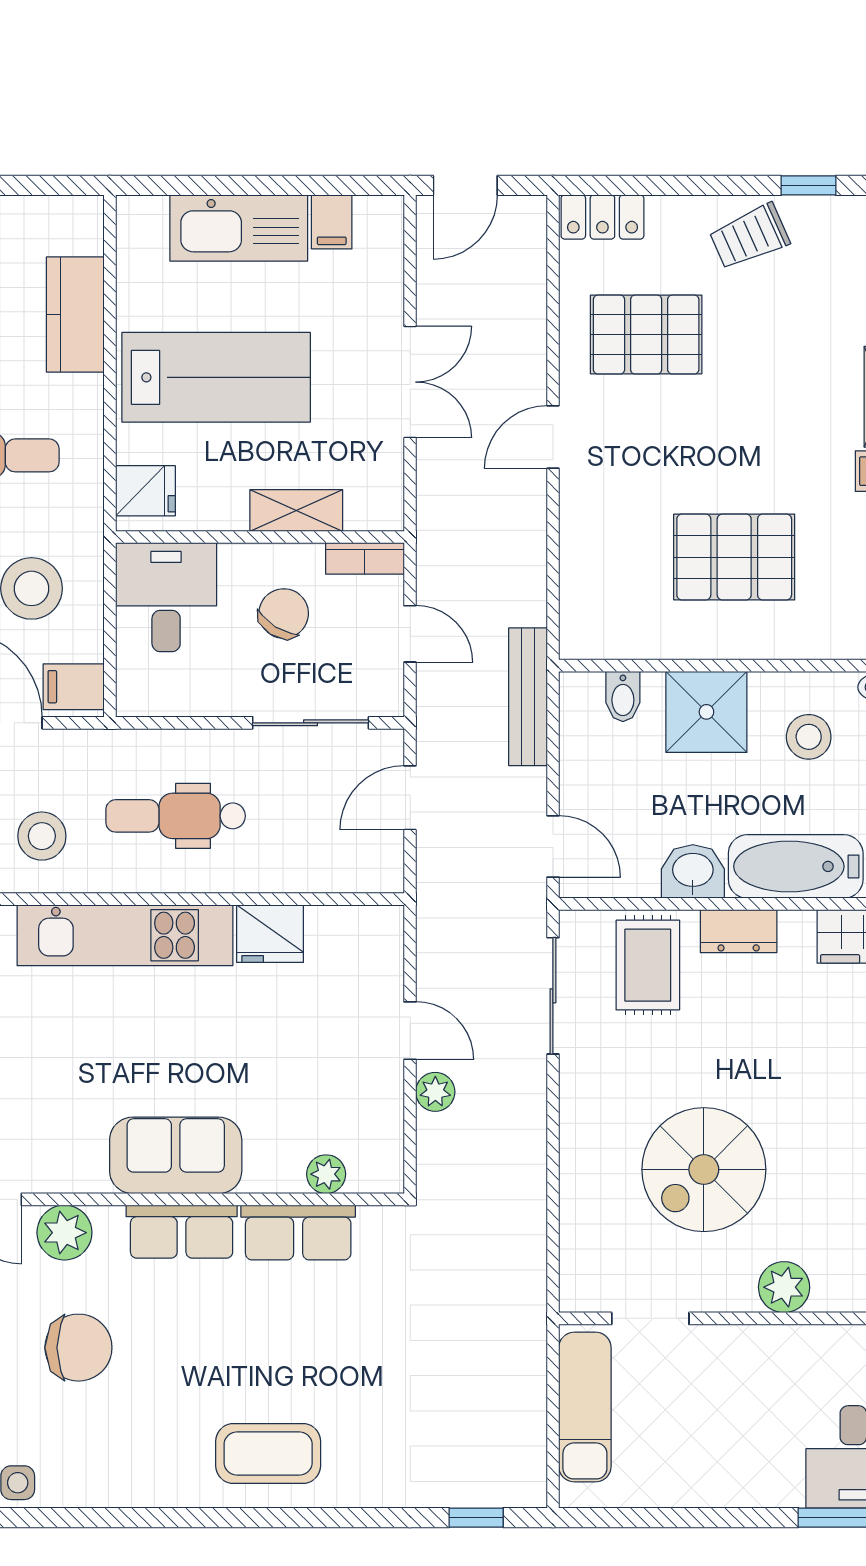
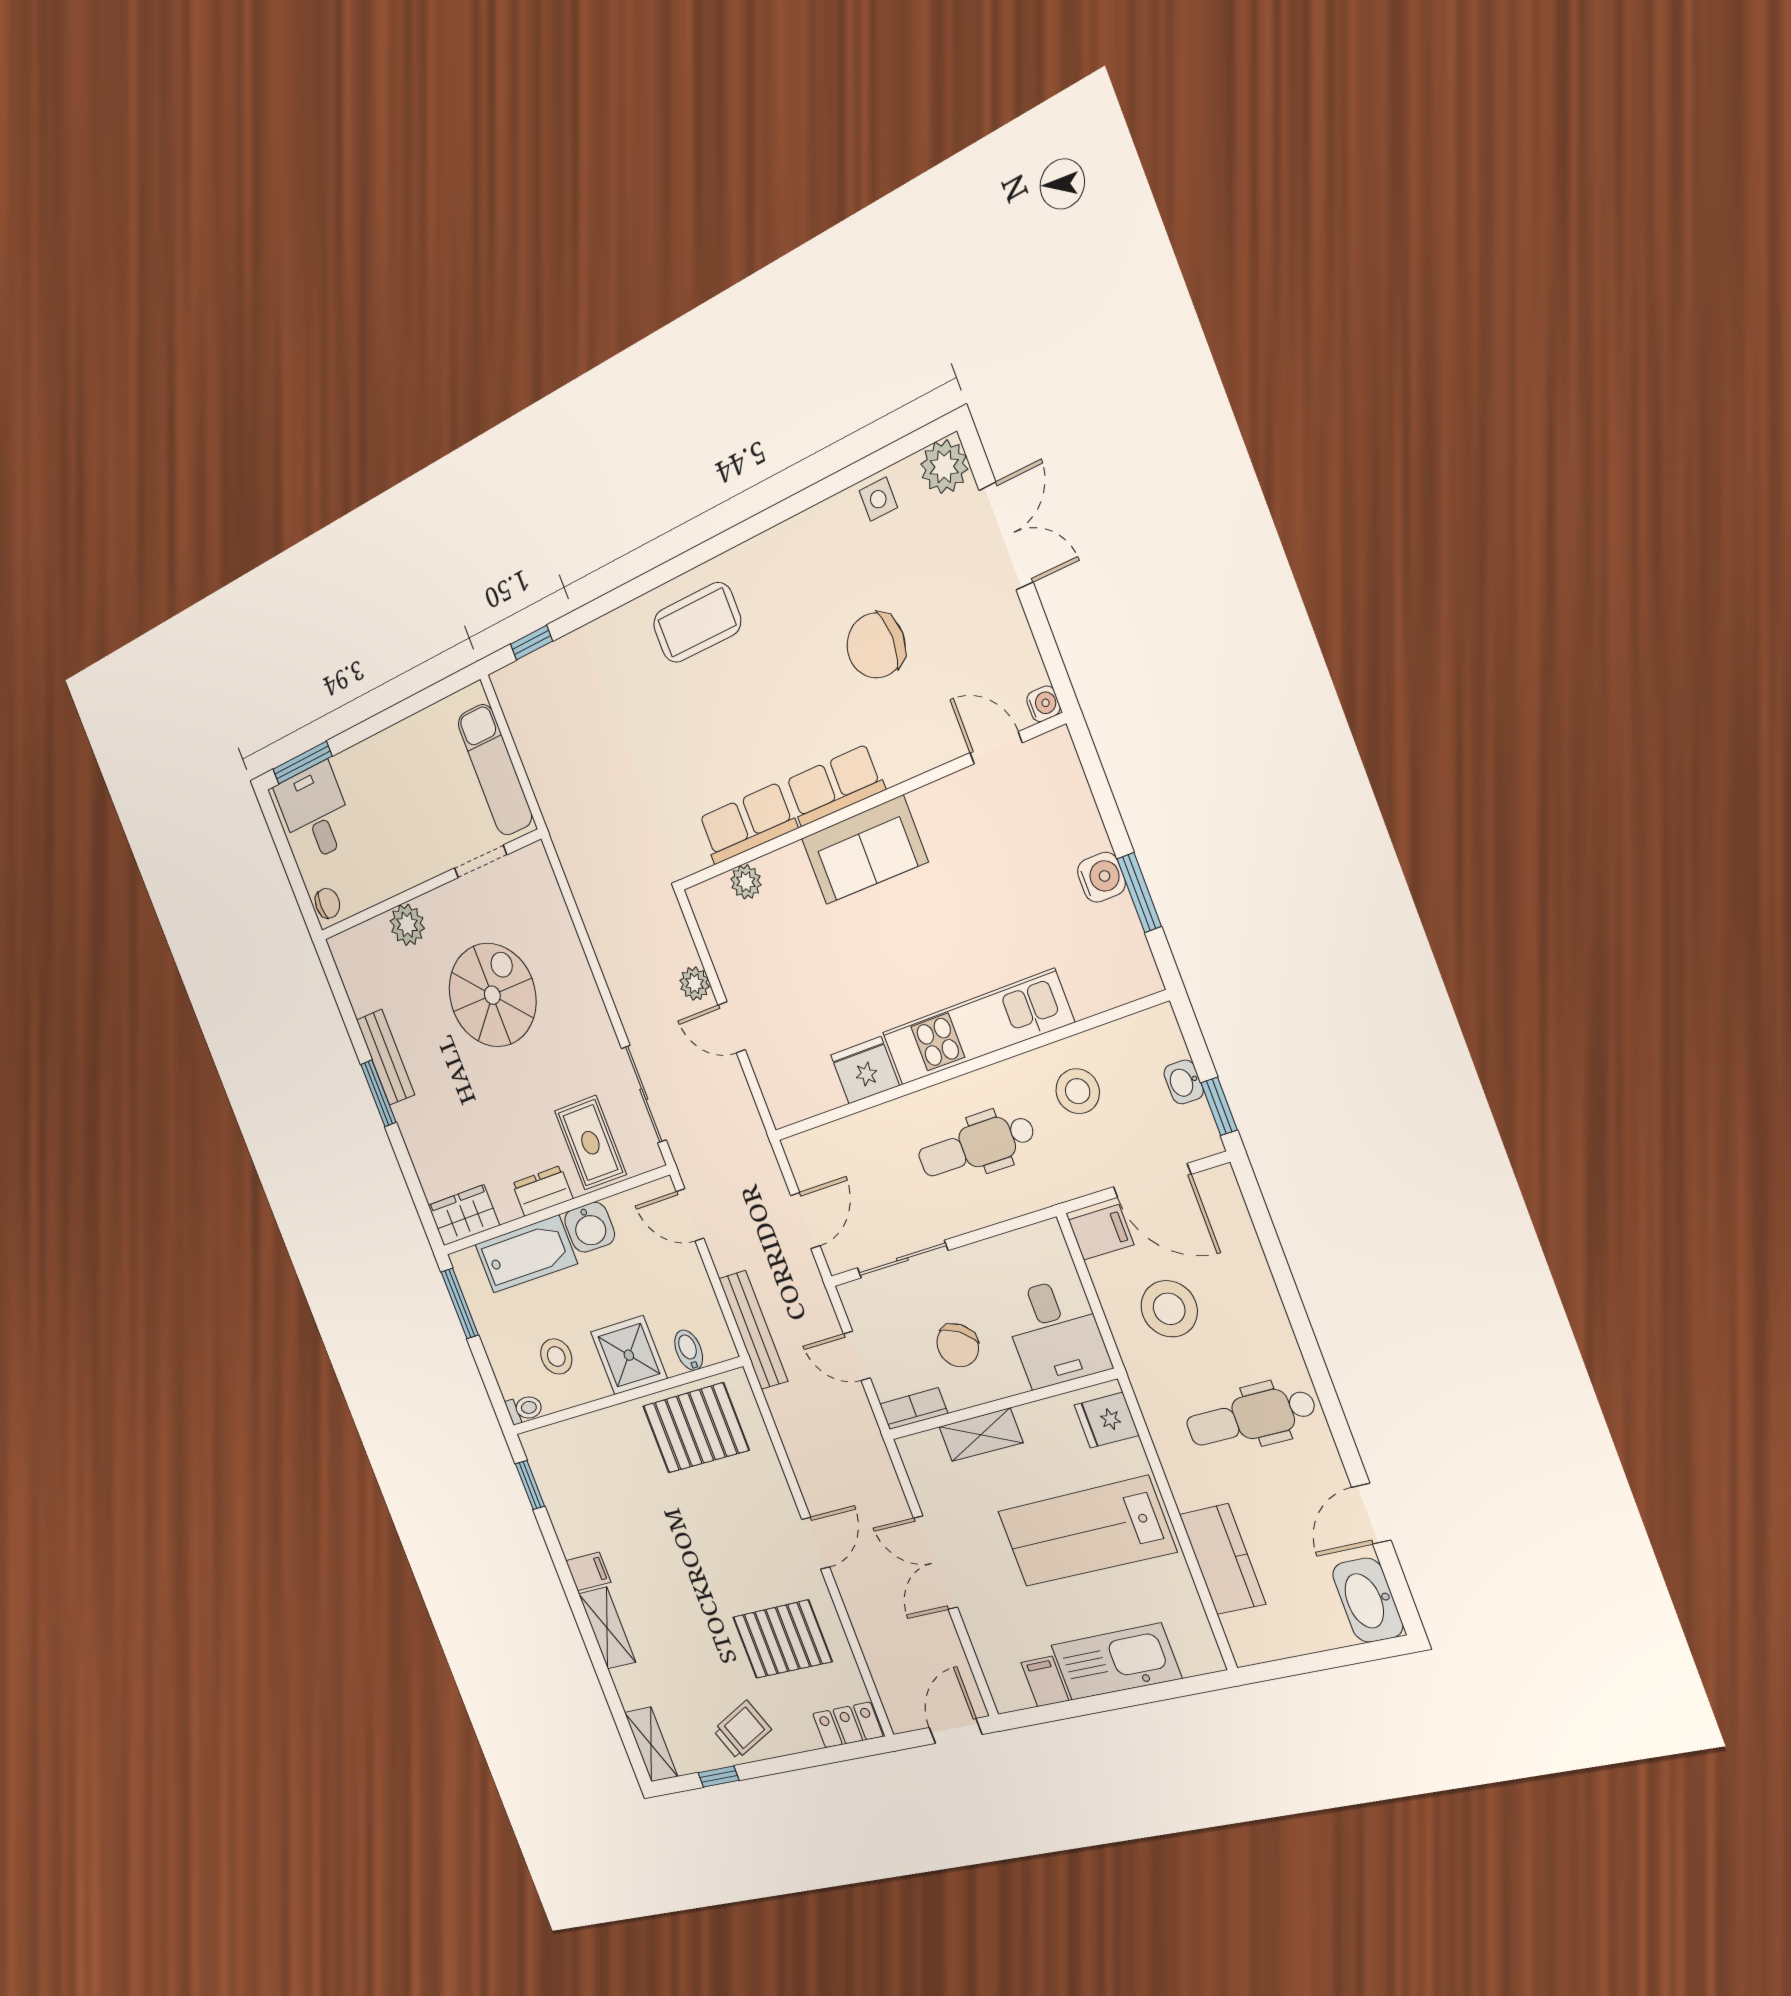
pallet: (734, 557) -> (696, 1428), moved
dental chair: (176, 816) -> (976, 1146), turned 180
plant: (64, 1233) -> (926, 744), removed

